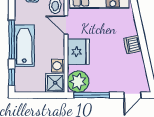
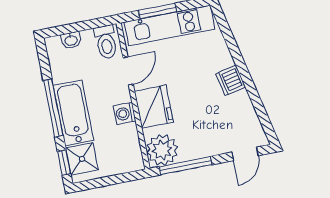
door: (66, 25) -> (128, 71), swing flipped
washing machine: (58, 66) -> (125, 113), moved
shower: (55, 83) -> (82, 159), moved

